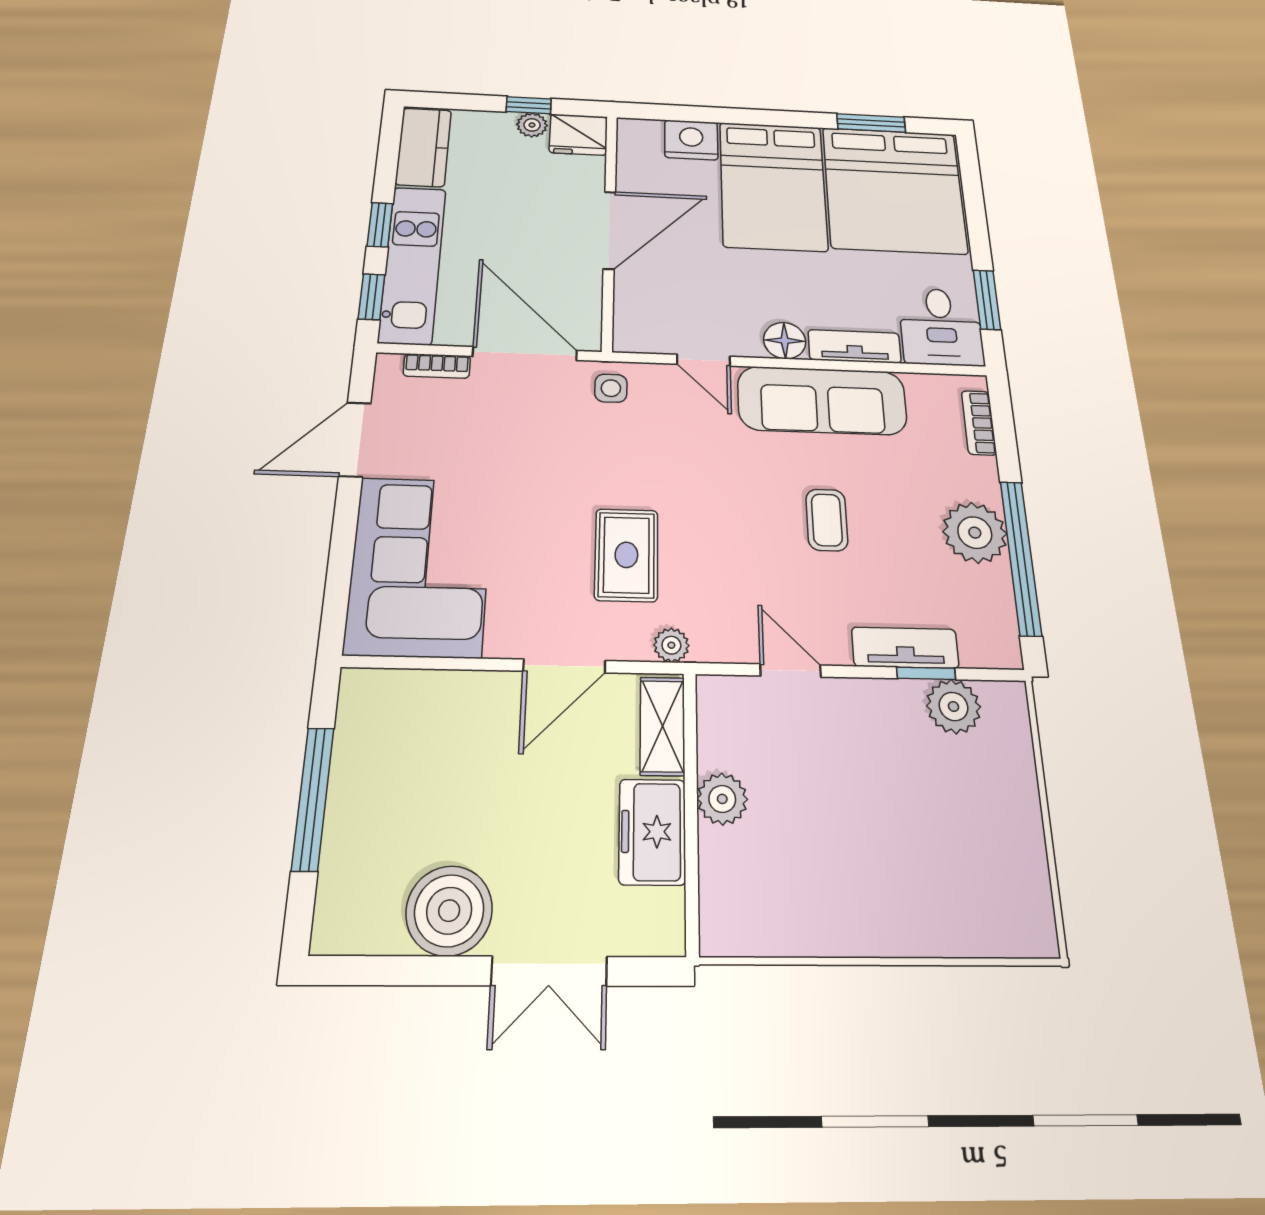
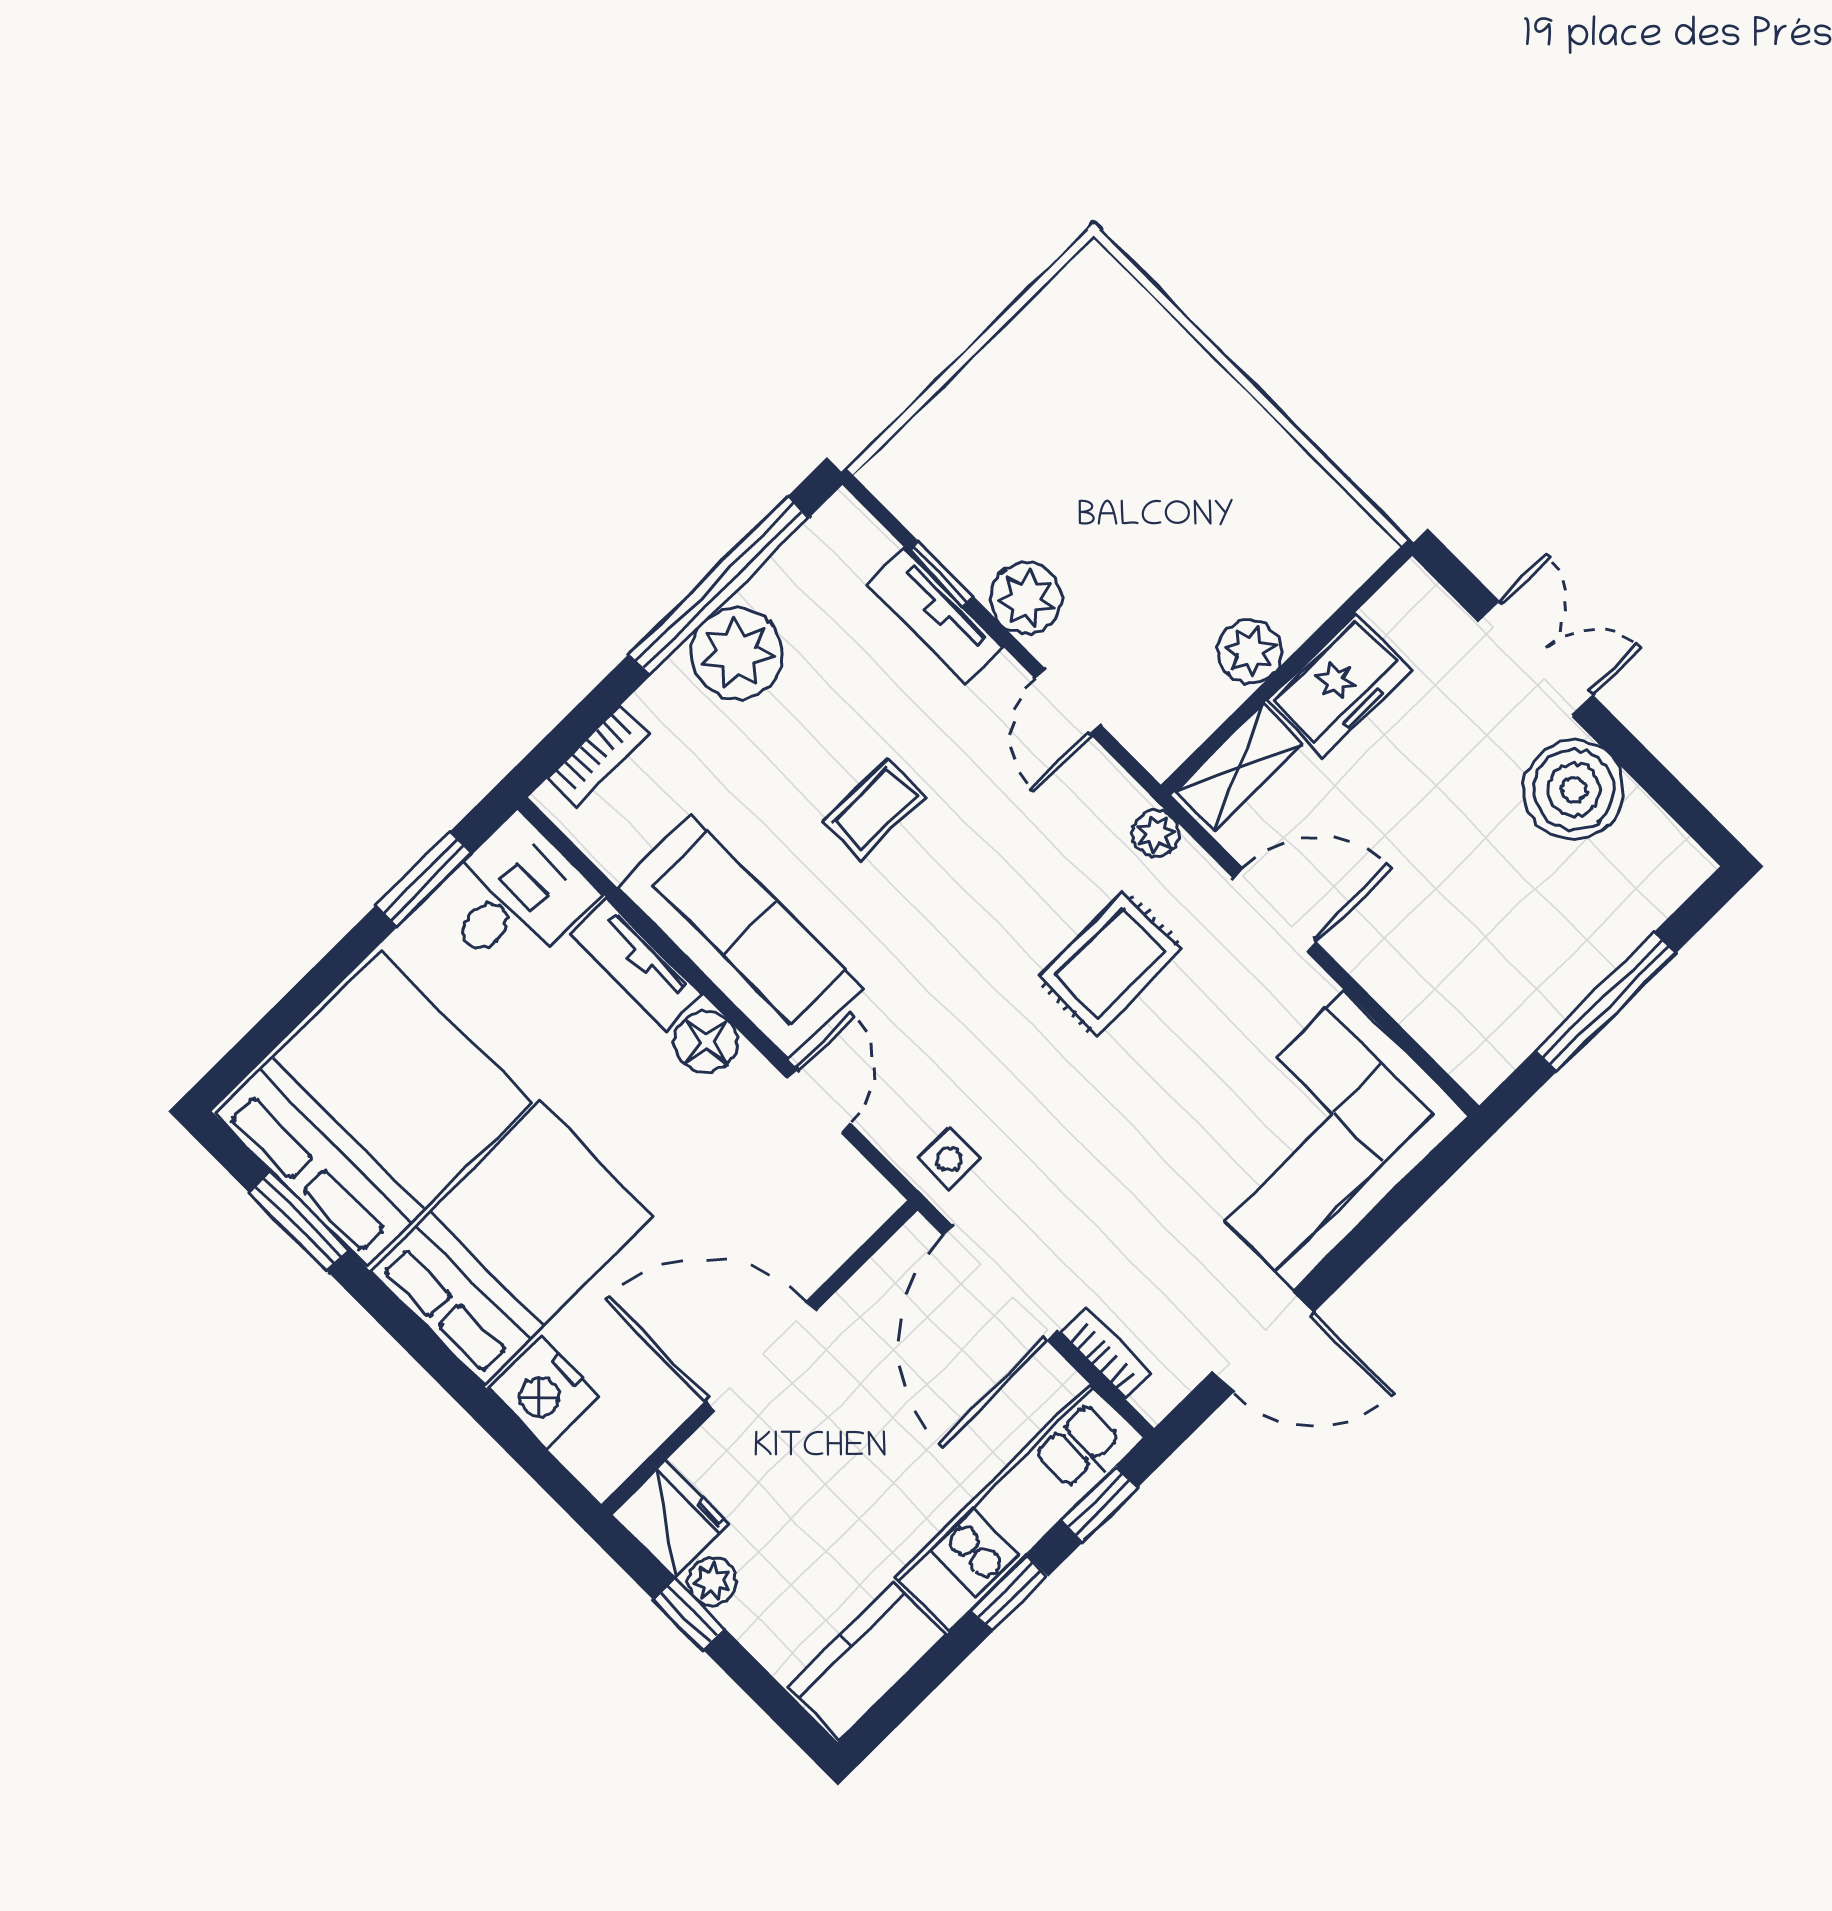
plant: (954, 706) -> (1027, 599), moved

